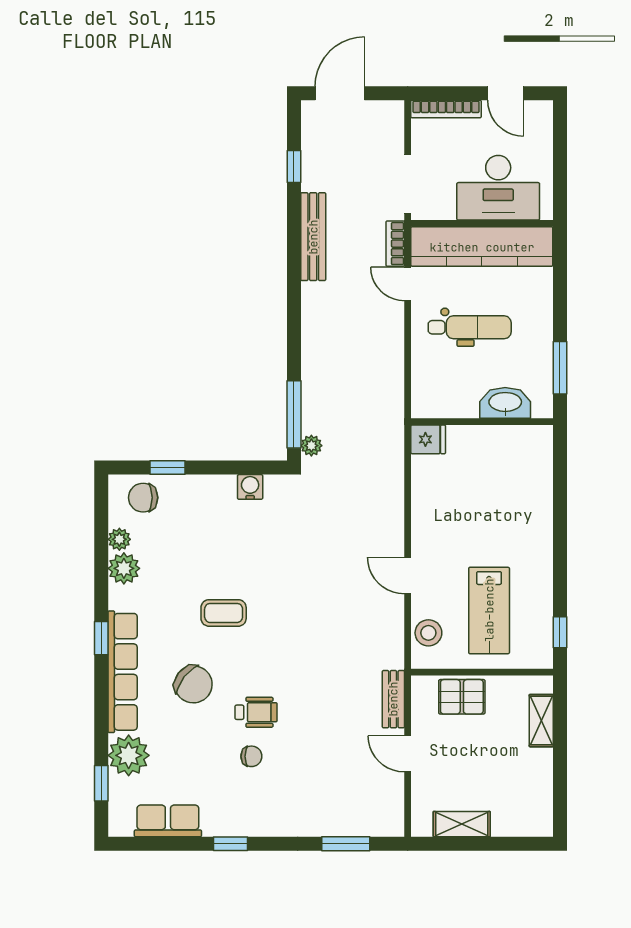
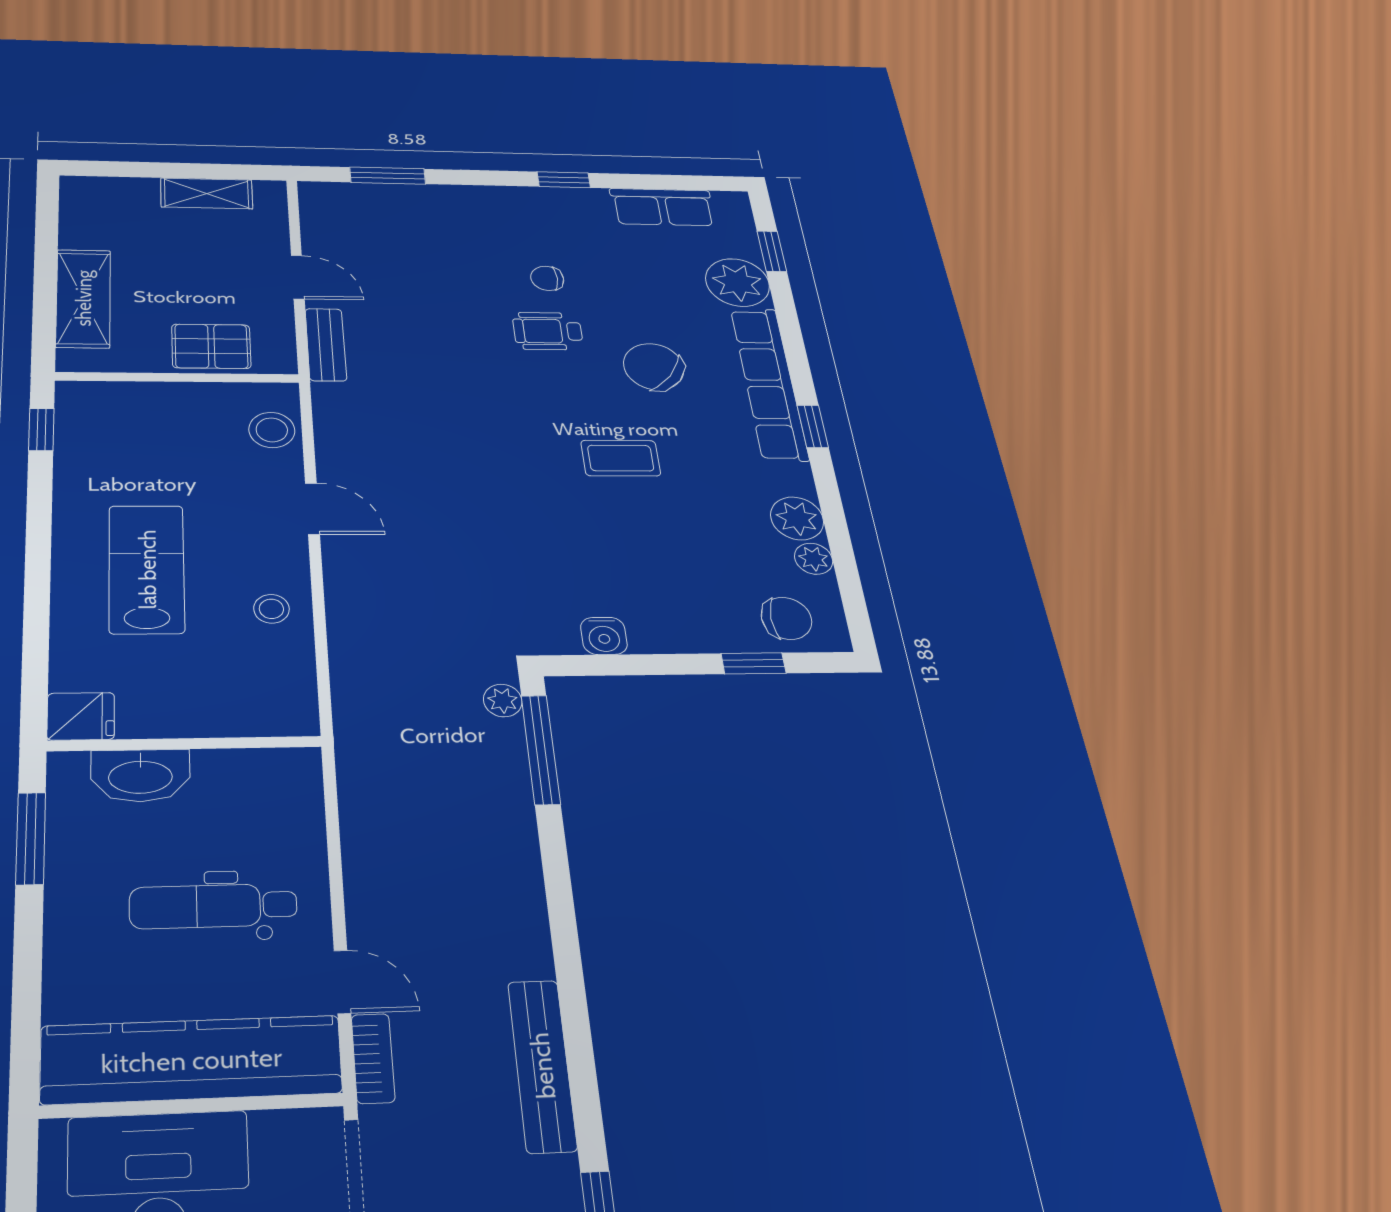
fridge: (428, 439) -> (81, 716), moved, turned 180
stool: (434, 507) -> (271, 609), added
lab bench: (489, 610) -> (147, 569), moved
shelving: (541, 721) -> (83, 298), width x1.50, depth x1.33

